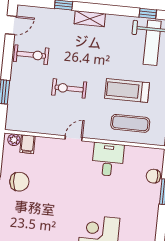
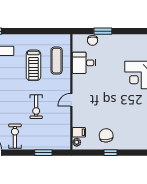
door: (74, 138) -> (71, 100), hinge flipped
desk: (108, 159) -> (84, 63), moved

